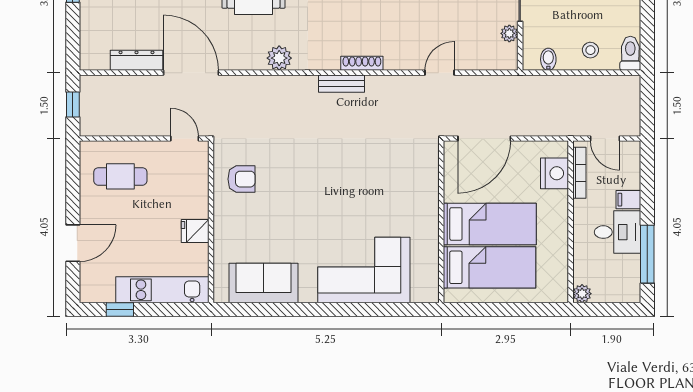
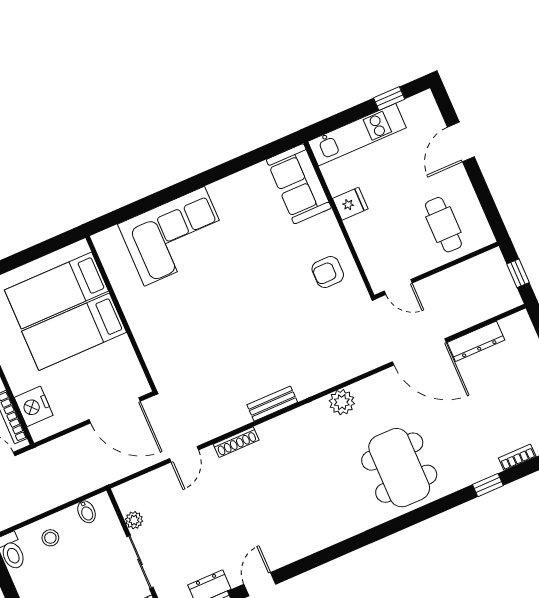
shoe rack: (362, 63) -> (236, 442), moved
door: (484, 138) -> (115, 410), swing flipped
cafe table: (120, 176) -> (443, 225), turned 90
sofa: (263, 283) -> (299, 184), moved, turned 90

